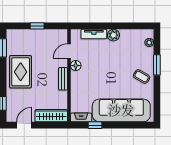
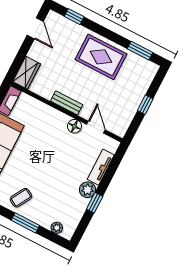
window: (120, 26) -> (95, 203), added
wardrobe: (51, 116) -> (27, 73), width x0.67

